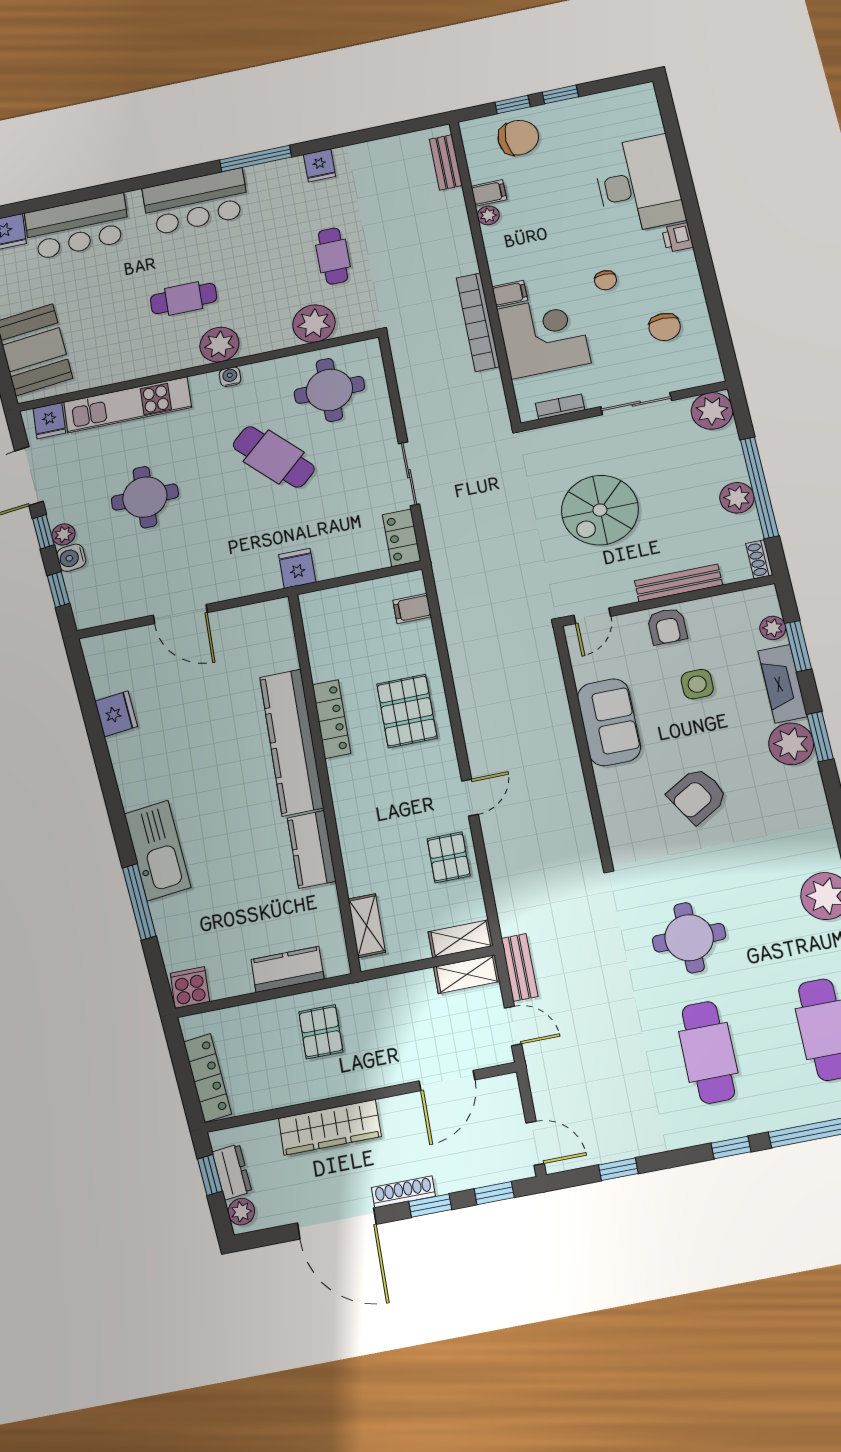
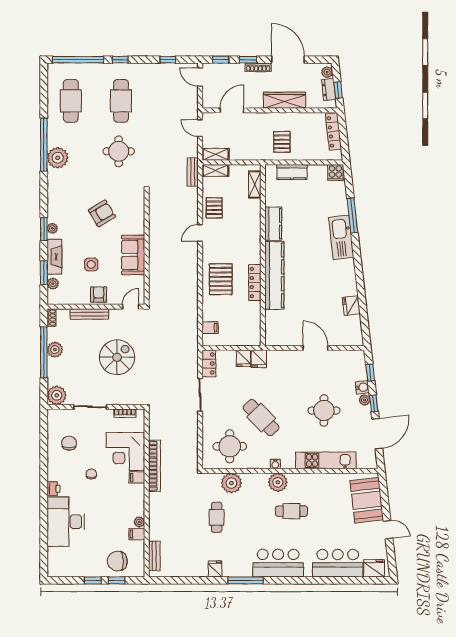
fridge: (49, 421) -> (243, 358), moved, turned 180
plant: (791, 744) -> (52, 228), width x0.53, depth x0.53
bench: (520, 967) -> (193, 172), moved

